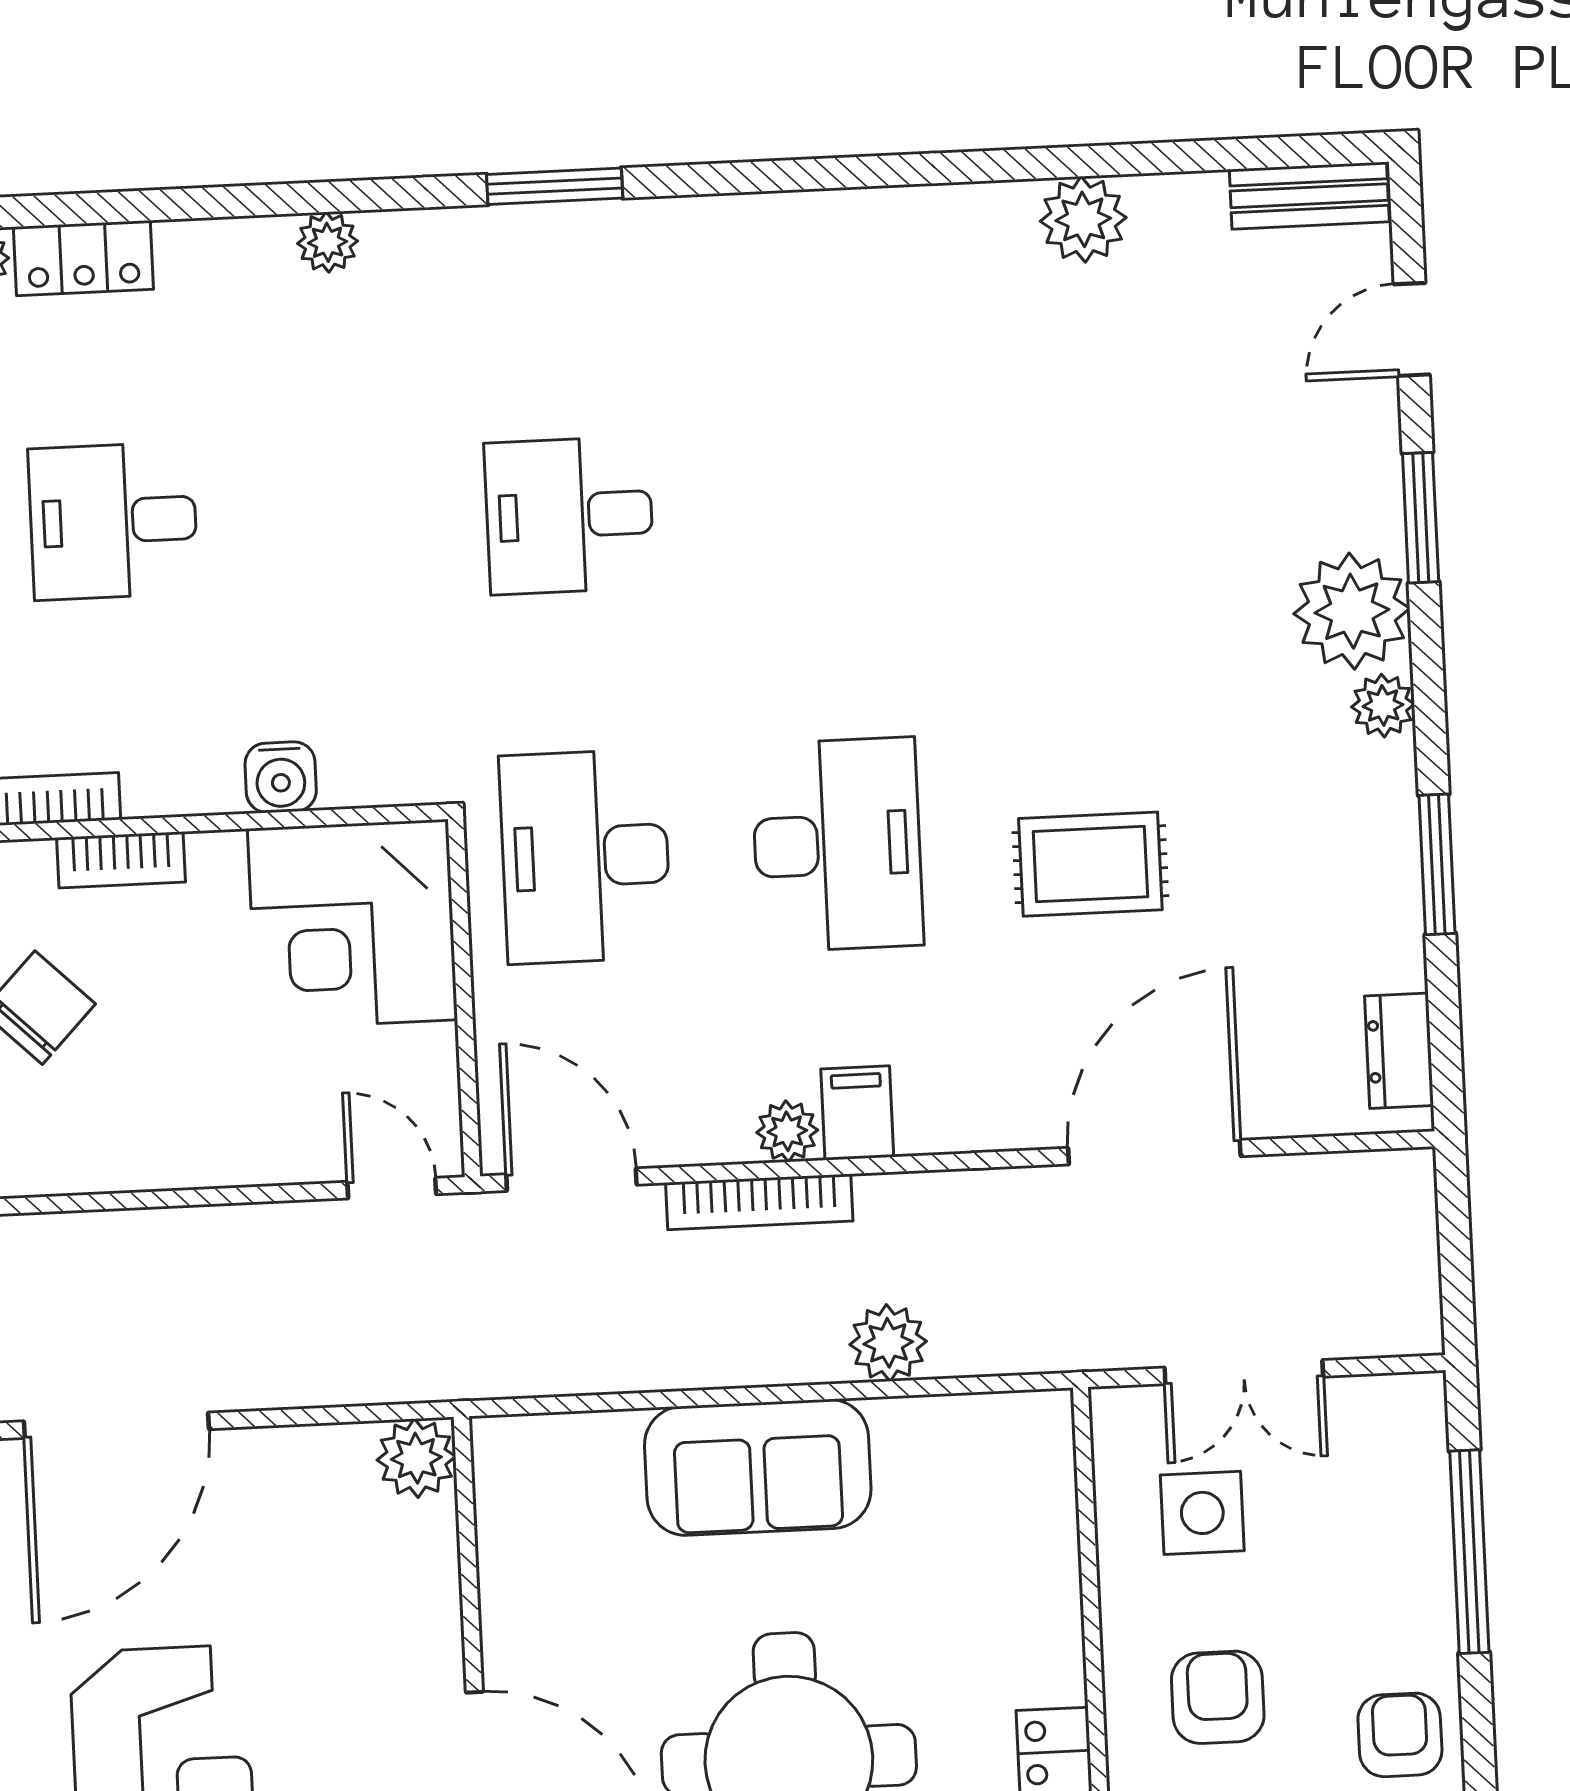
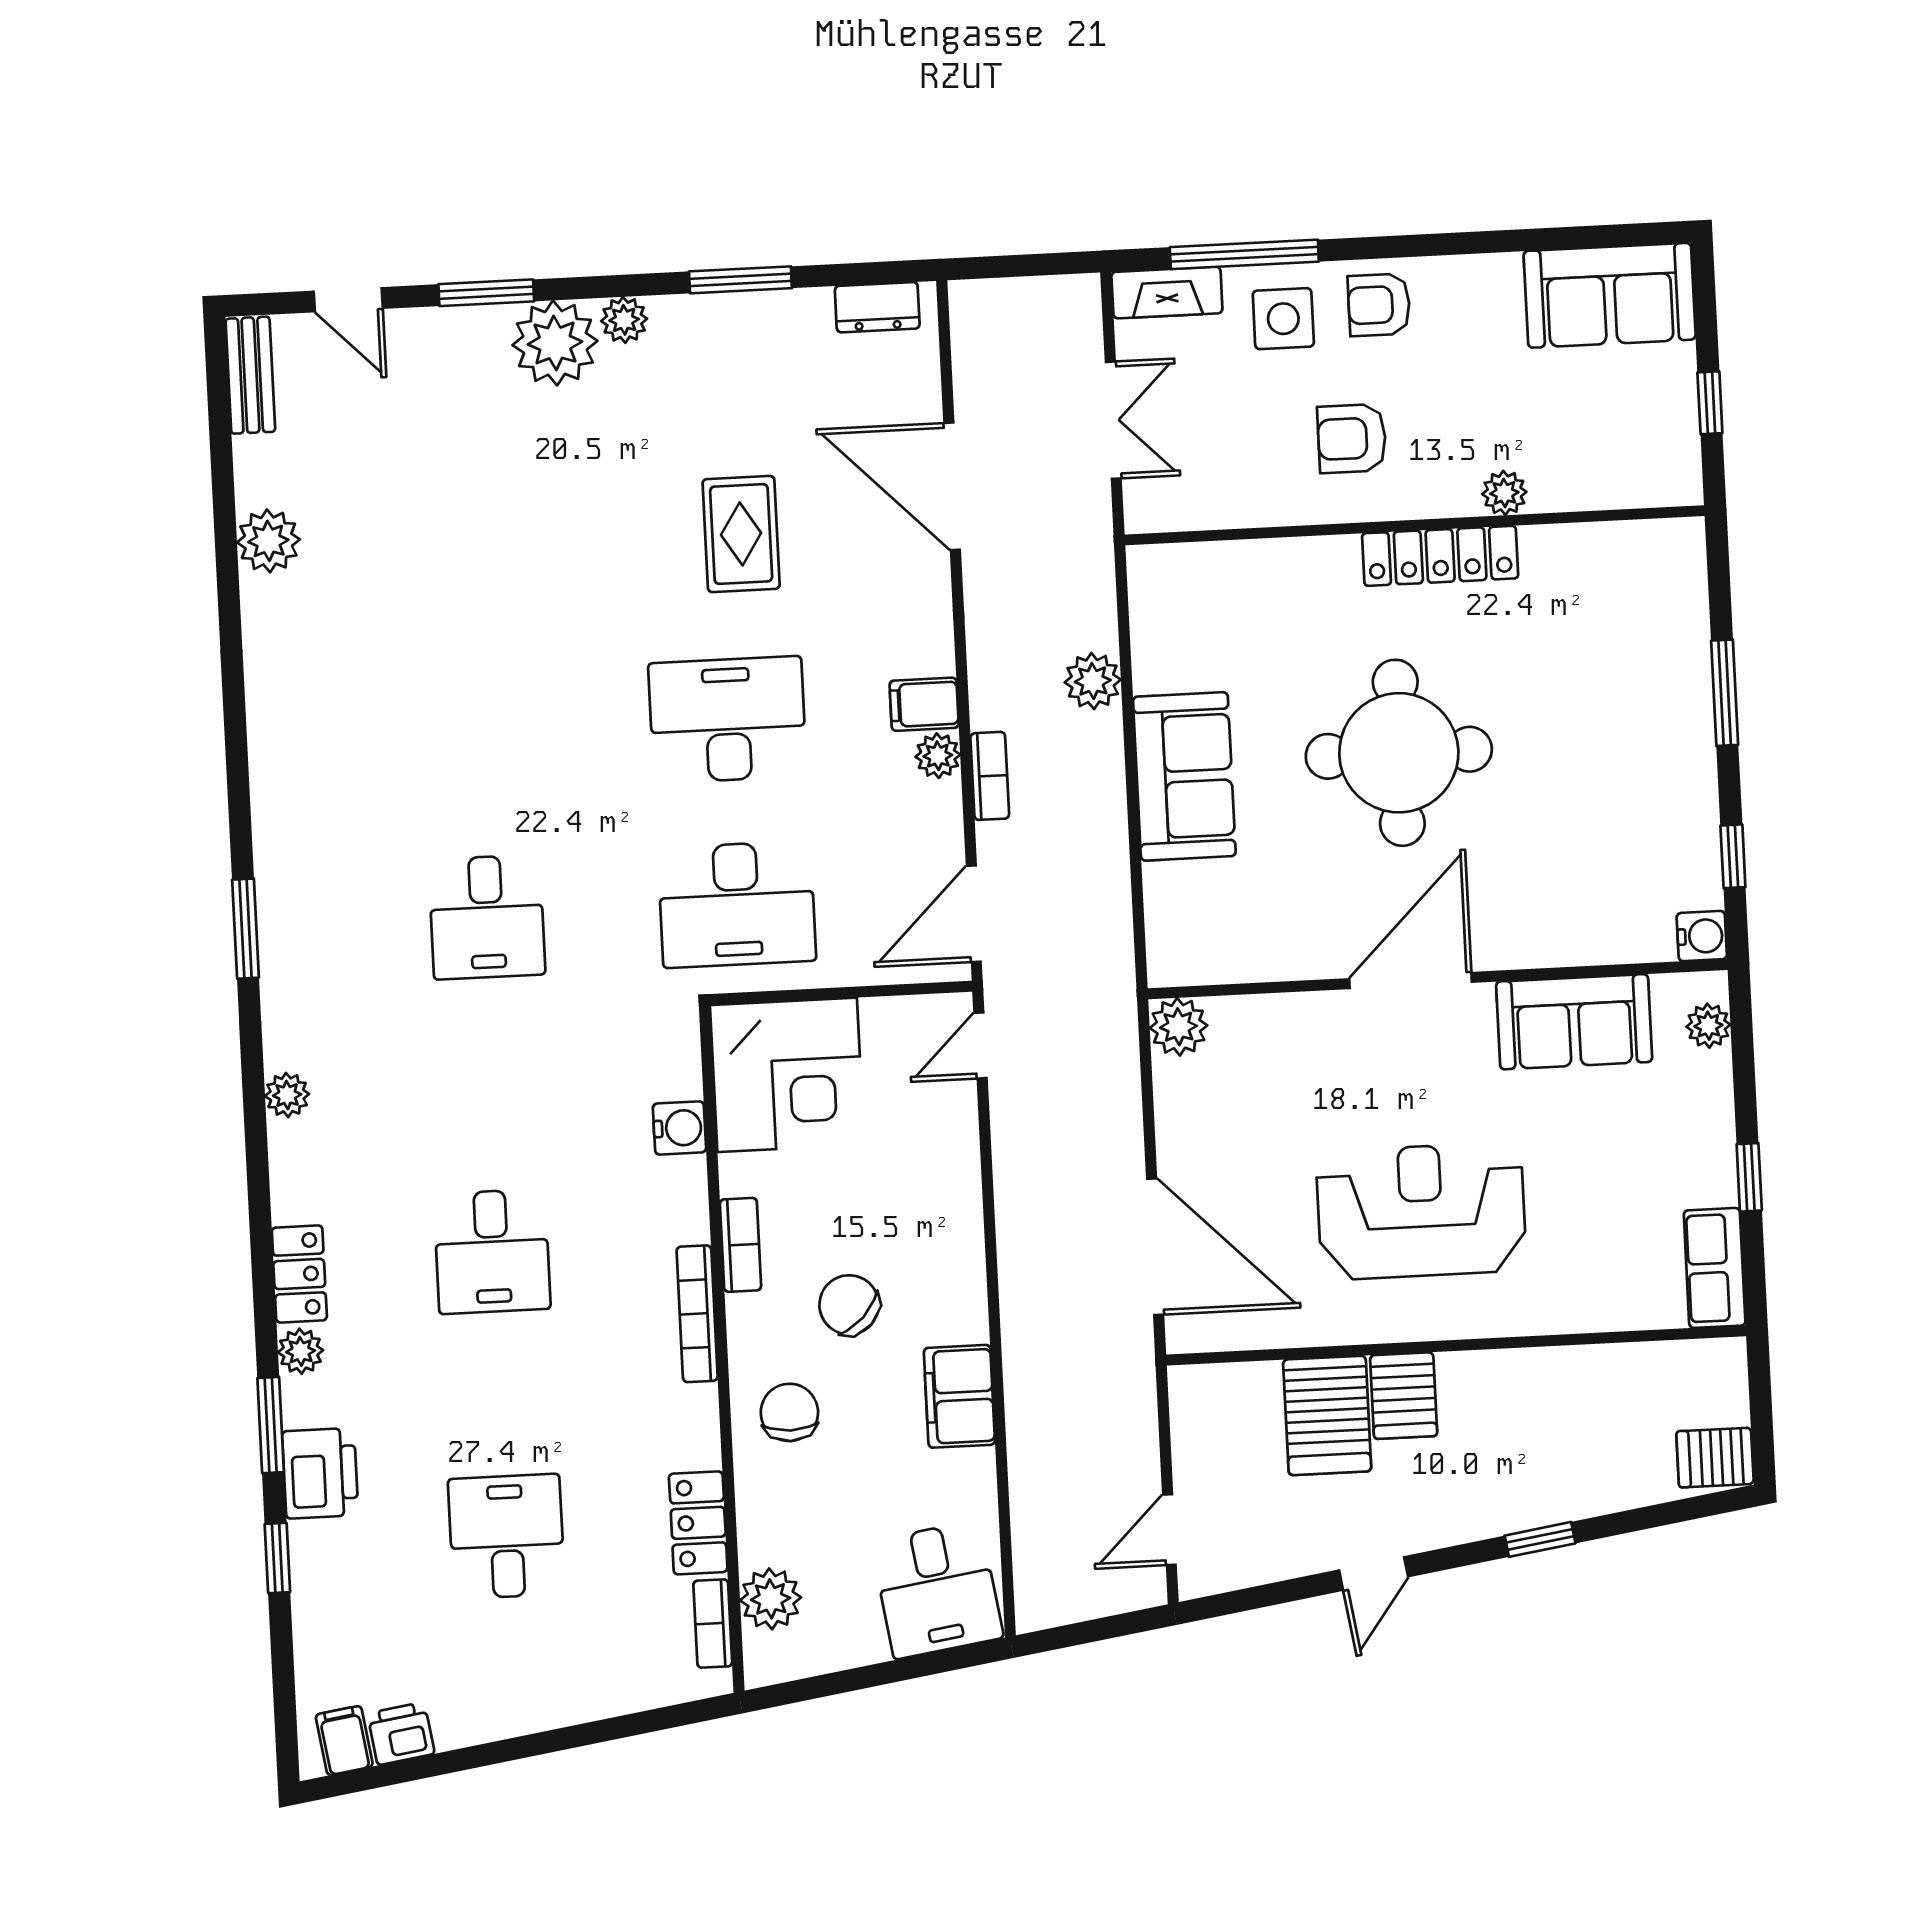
bookcase: (759, 1202) -> (990, 776), width x0.64
fireplace: (1418, 1446) -> (1167, 293), added
side table: (1202, 1513) -> (1283, 319), moved

